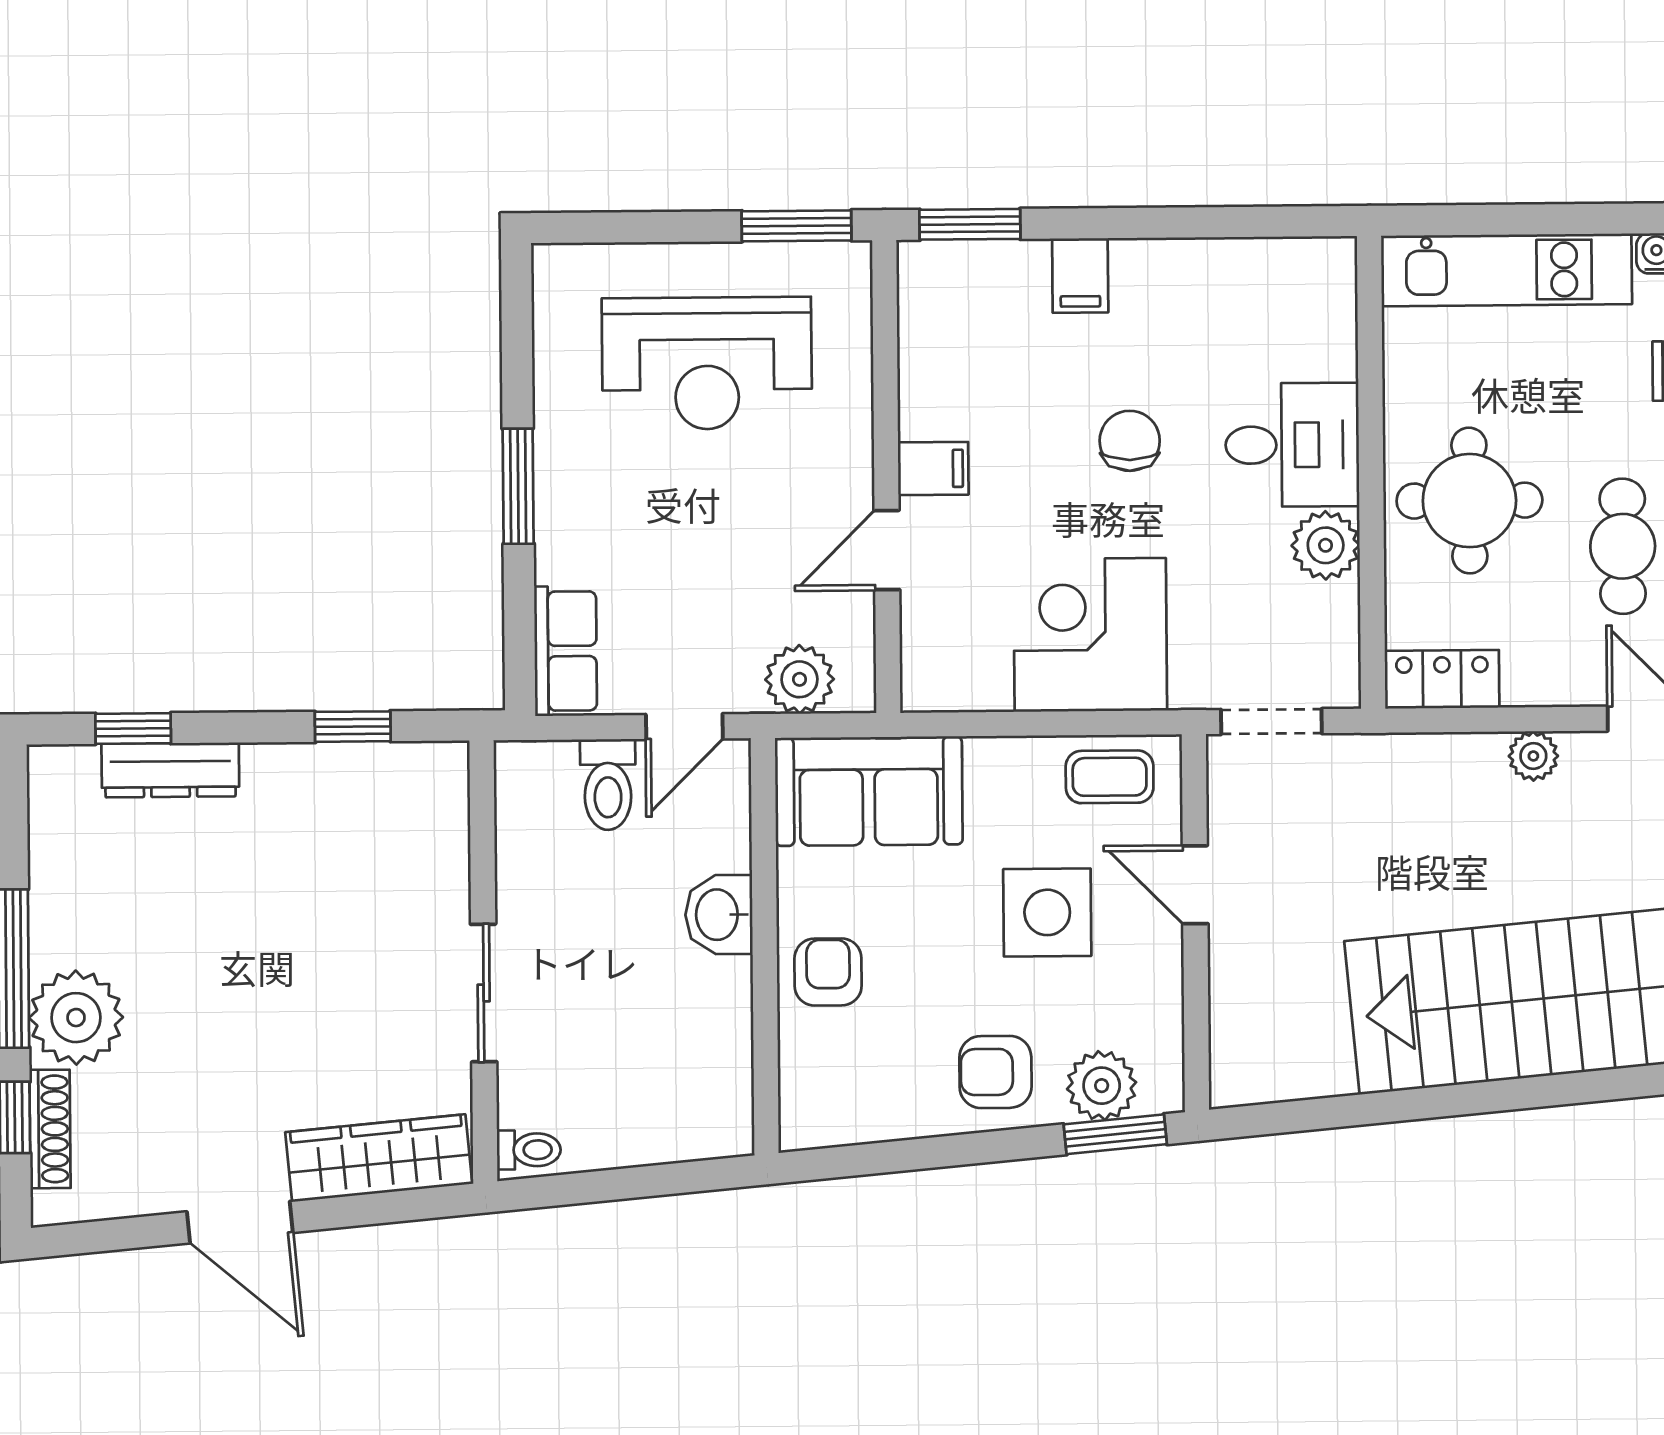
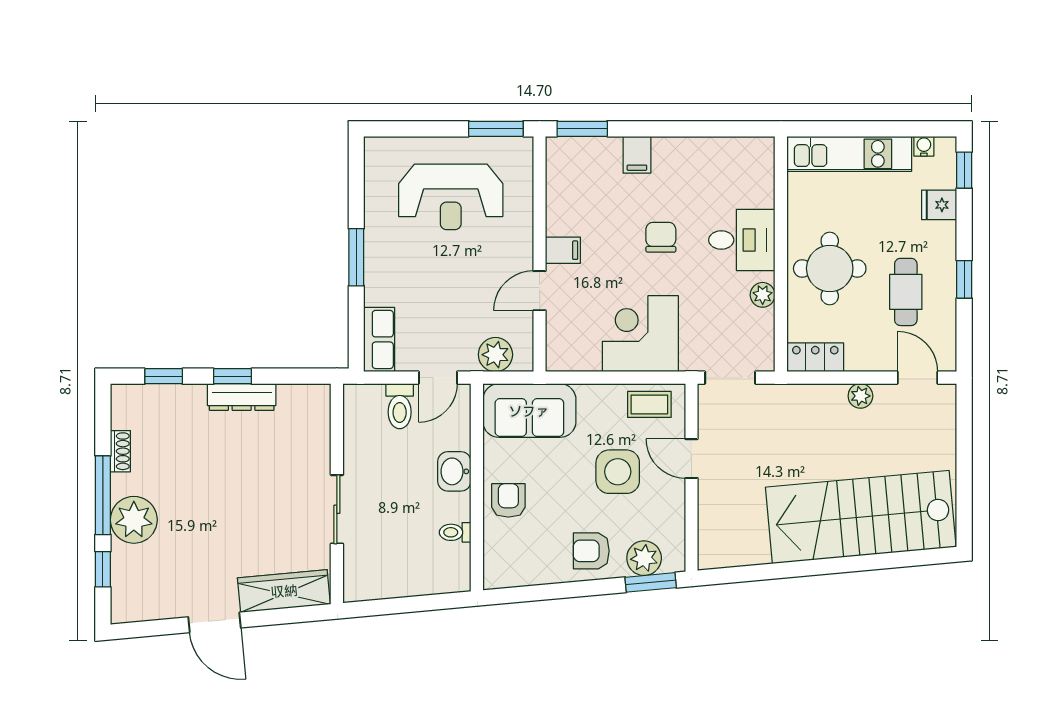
plant: (1326, 545) -> (763, 295), width x0.73, depth x0.73
window: (353, 727) -> (233, 376), moved
dresser: (170, 770) -> (242, 397), moved
shoe rack: (50, 1129) -> (120, 451), moved, width x0.70
toilet: (529, 1150) -> (455, 532), moved, turned 180

